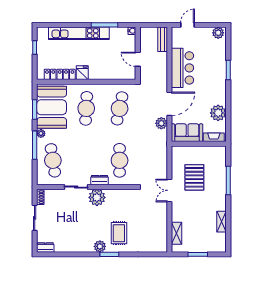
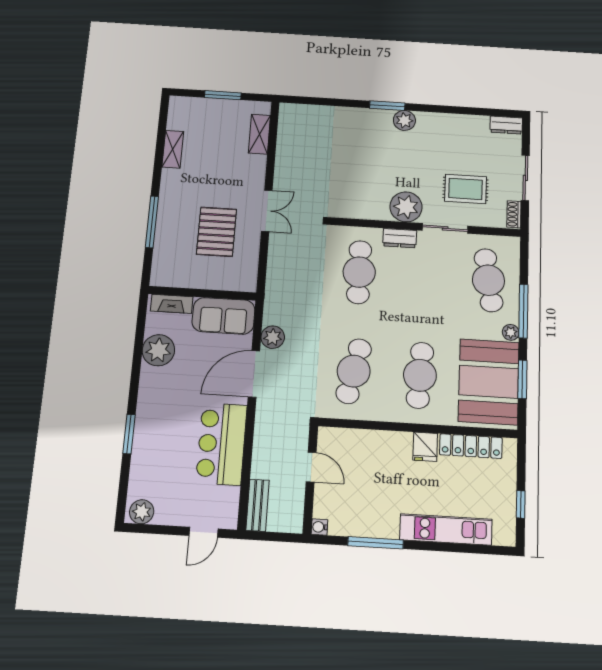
kitchen unit: (79, 33) -> (446, 529), width x0.73
rug: (119, 233) -> (466, 189), moved, turned 90

